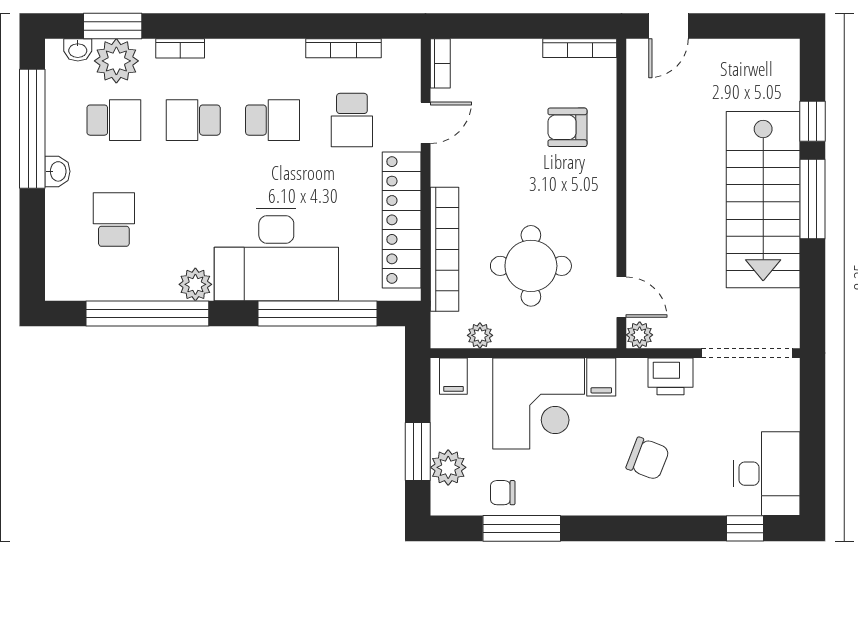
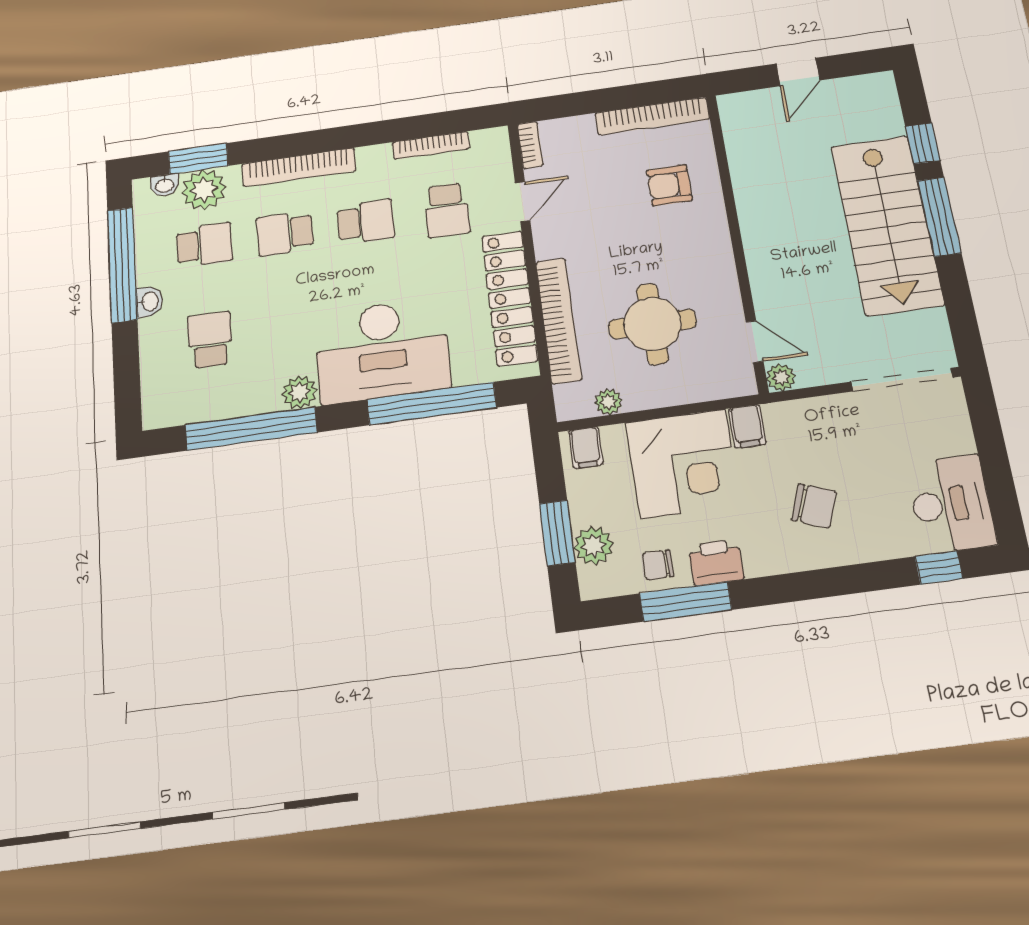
door: (668, 26) -> (798, 72), moved
bookcase: (180, 48) -> (299, 167), width x2.31, depth x1.31
bookcase: (580, 48) -> (652, 116), width x1.48, depth x1.31
printer: (670, 376) -> (716, 562), moved, turned 180

